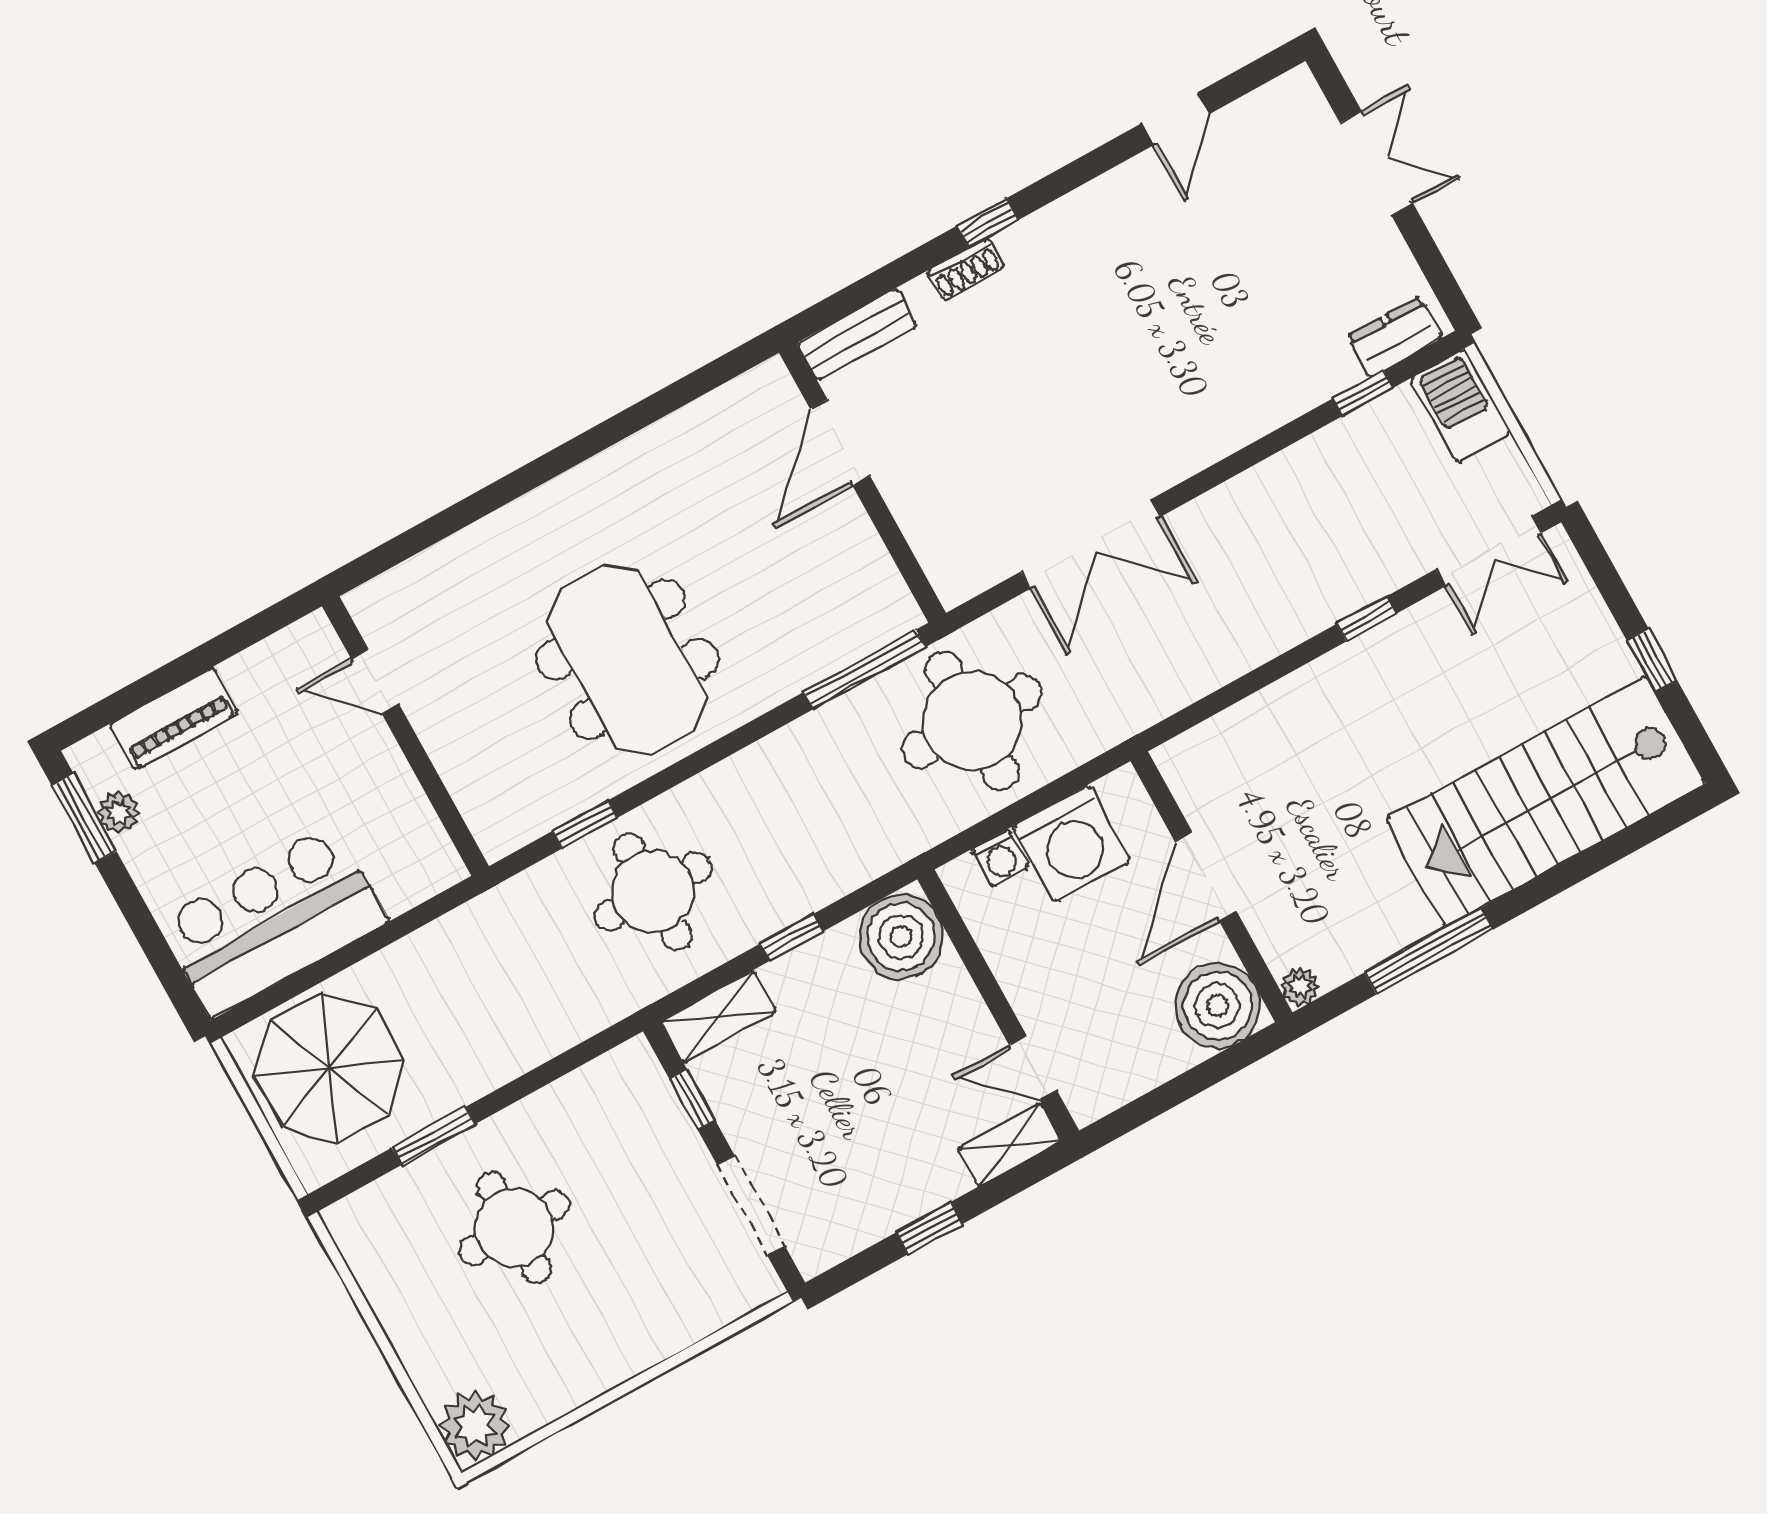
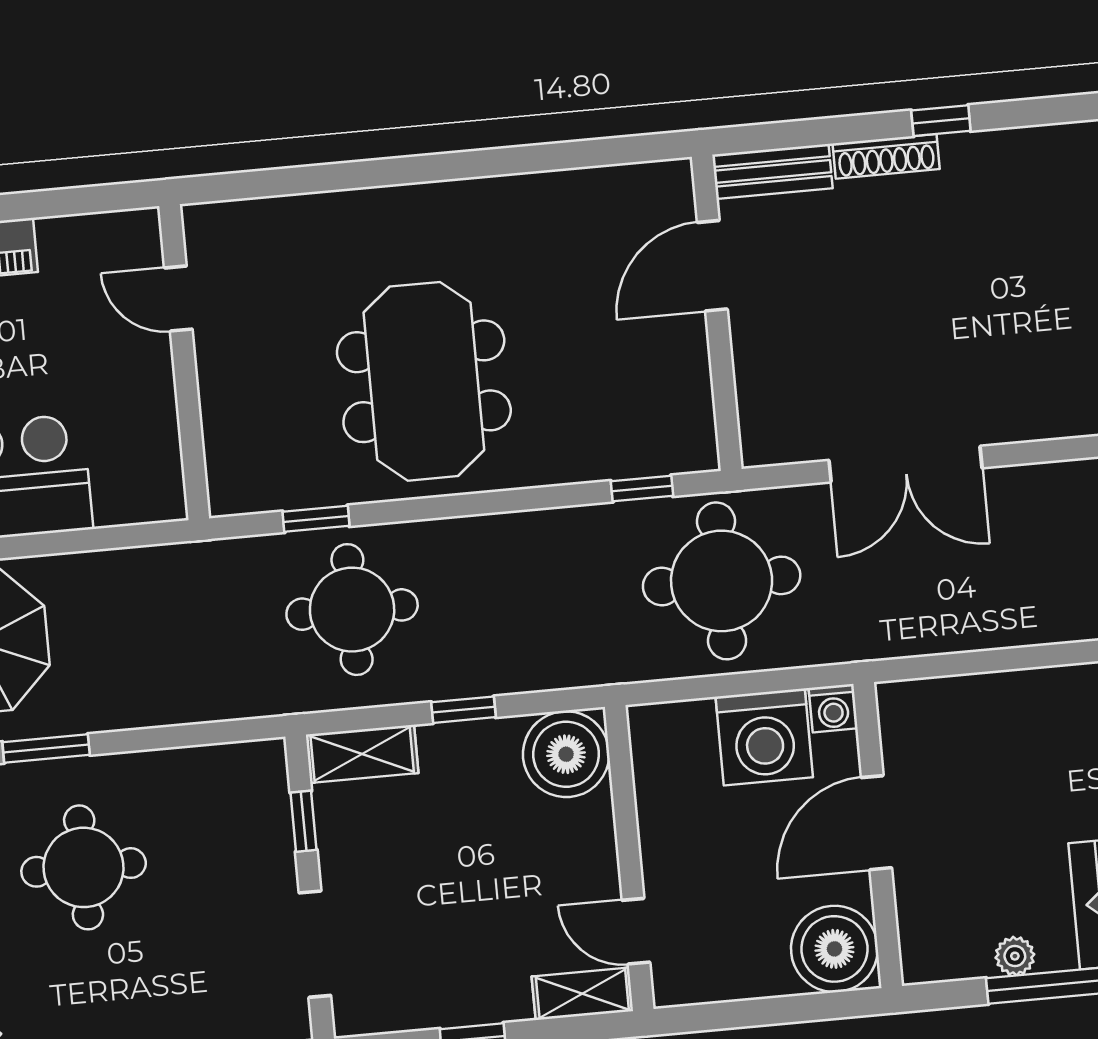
shoe rack: (966, 269) -> (886, 156), width x1.43
window: (865, 669) -> (642, 489), width x0.46
washing machine: (1000, 858) -> (833, 708), moved
plant: (1300, 987) -> (1015, 956), moved

